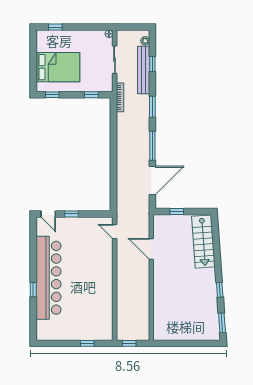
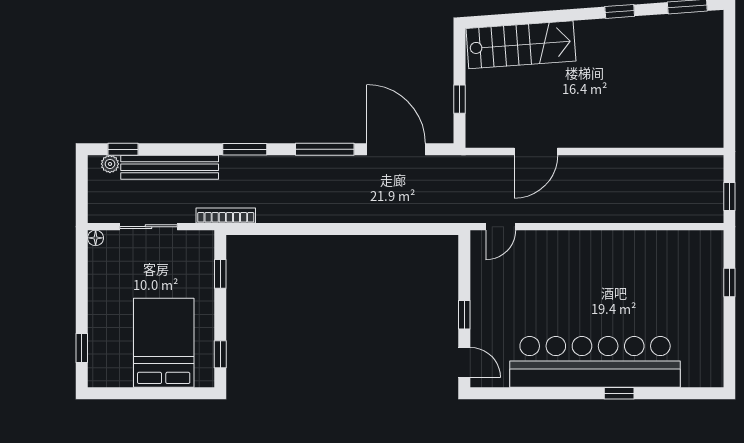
window: (152, 64) -> (123, 149), moved
door: (48, 214) -> (464, 362), hinge flipped

